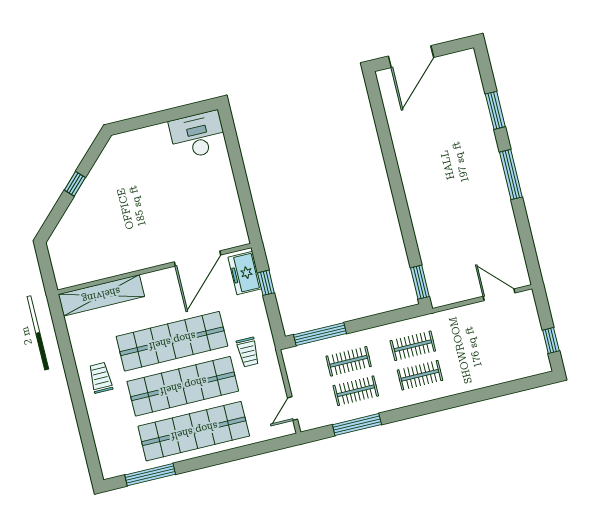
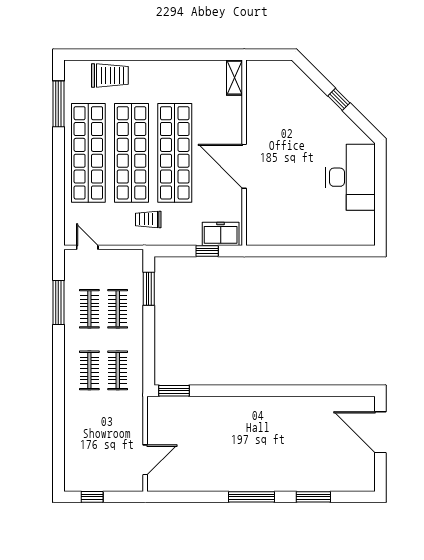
desk: (198, 135) -> (350, 177), moved, width x1.36, depth x1.30
door: (198, 258) -> (244, 166), moved
shelving: (101, 295) -> (234, 78), width x0.45, depth x0.75
window: (320, 334) -> (149, 289), width x0.69
trolley: (101, 378) -> (110, 75), moved, width x1.36, depth x1.39

